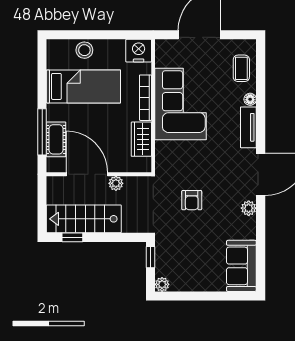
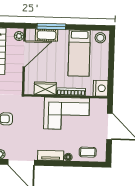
stool: (84, 50) -> (100, 38), moved
plant: (116, 183) -> (19, 36), moved

